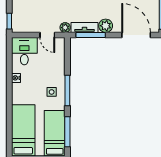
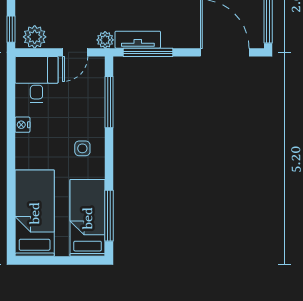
plant: (106, 26) -> (35, 37), moved
door: (47, 35) -> (75, 52), hinge flipped
window: (67, 91) -> (109, 102), moved

